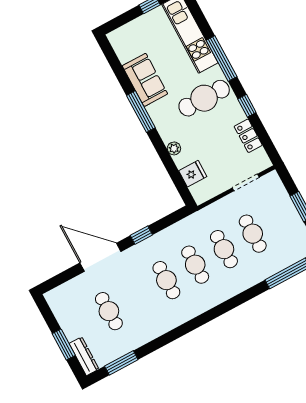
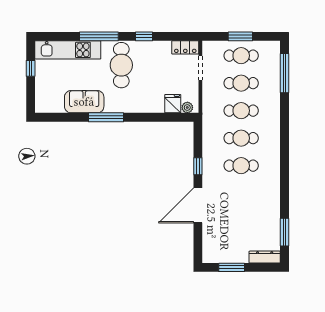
locker: (248, 136) -> (185, 47), moved
plant: (174, 148) -> (187, 107), moved
cafe table: (109, 311) -> (241, 56), moved
window: (64, 345) -> (232, 267), moved

